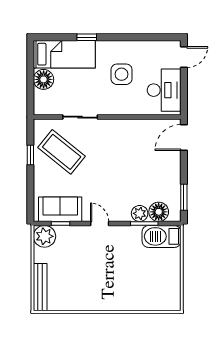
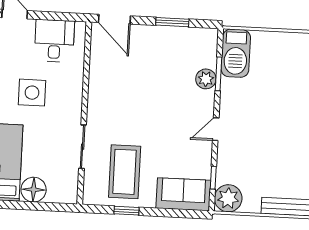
desk: (164, 90) -> (54, 41), width x0.73
coffee table: (62, 152) -> (125, 172), turned -39
window: (184, 197) -> (172, 22), moved
sofa: (60, 209) -> (183, 194), moved, turned 90
floor lamp: (159, 212) -> (205, 55), removed

